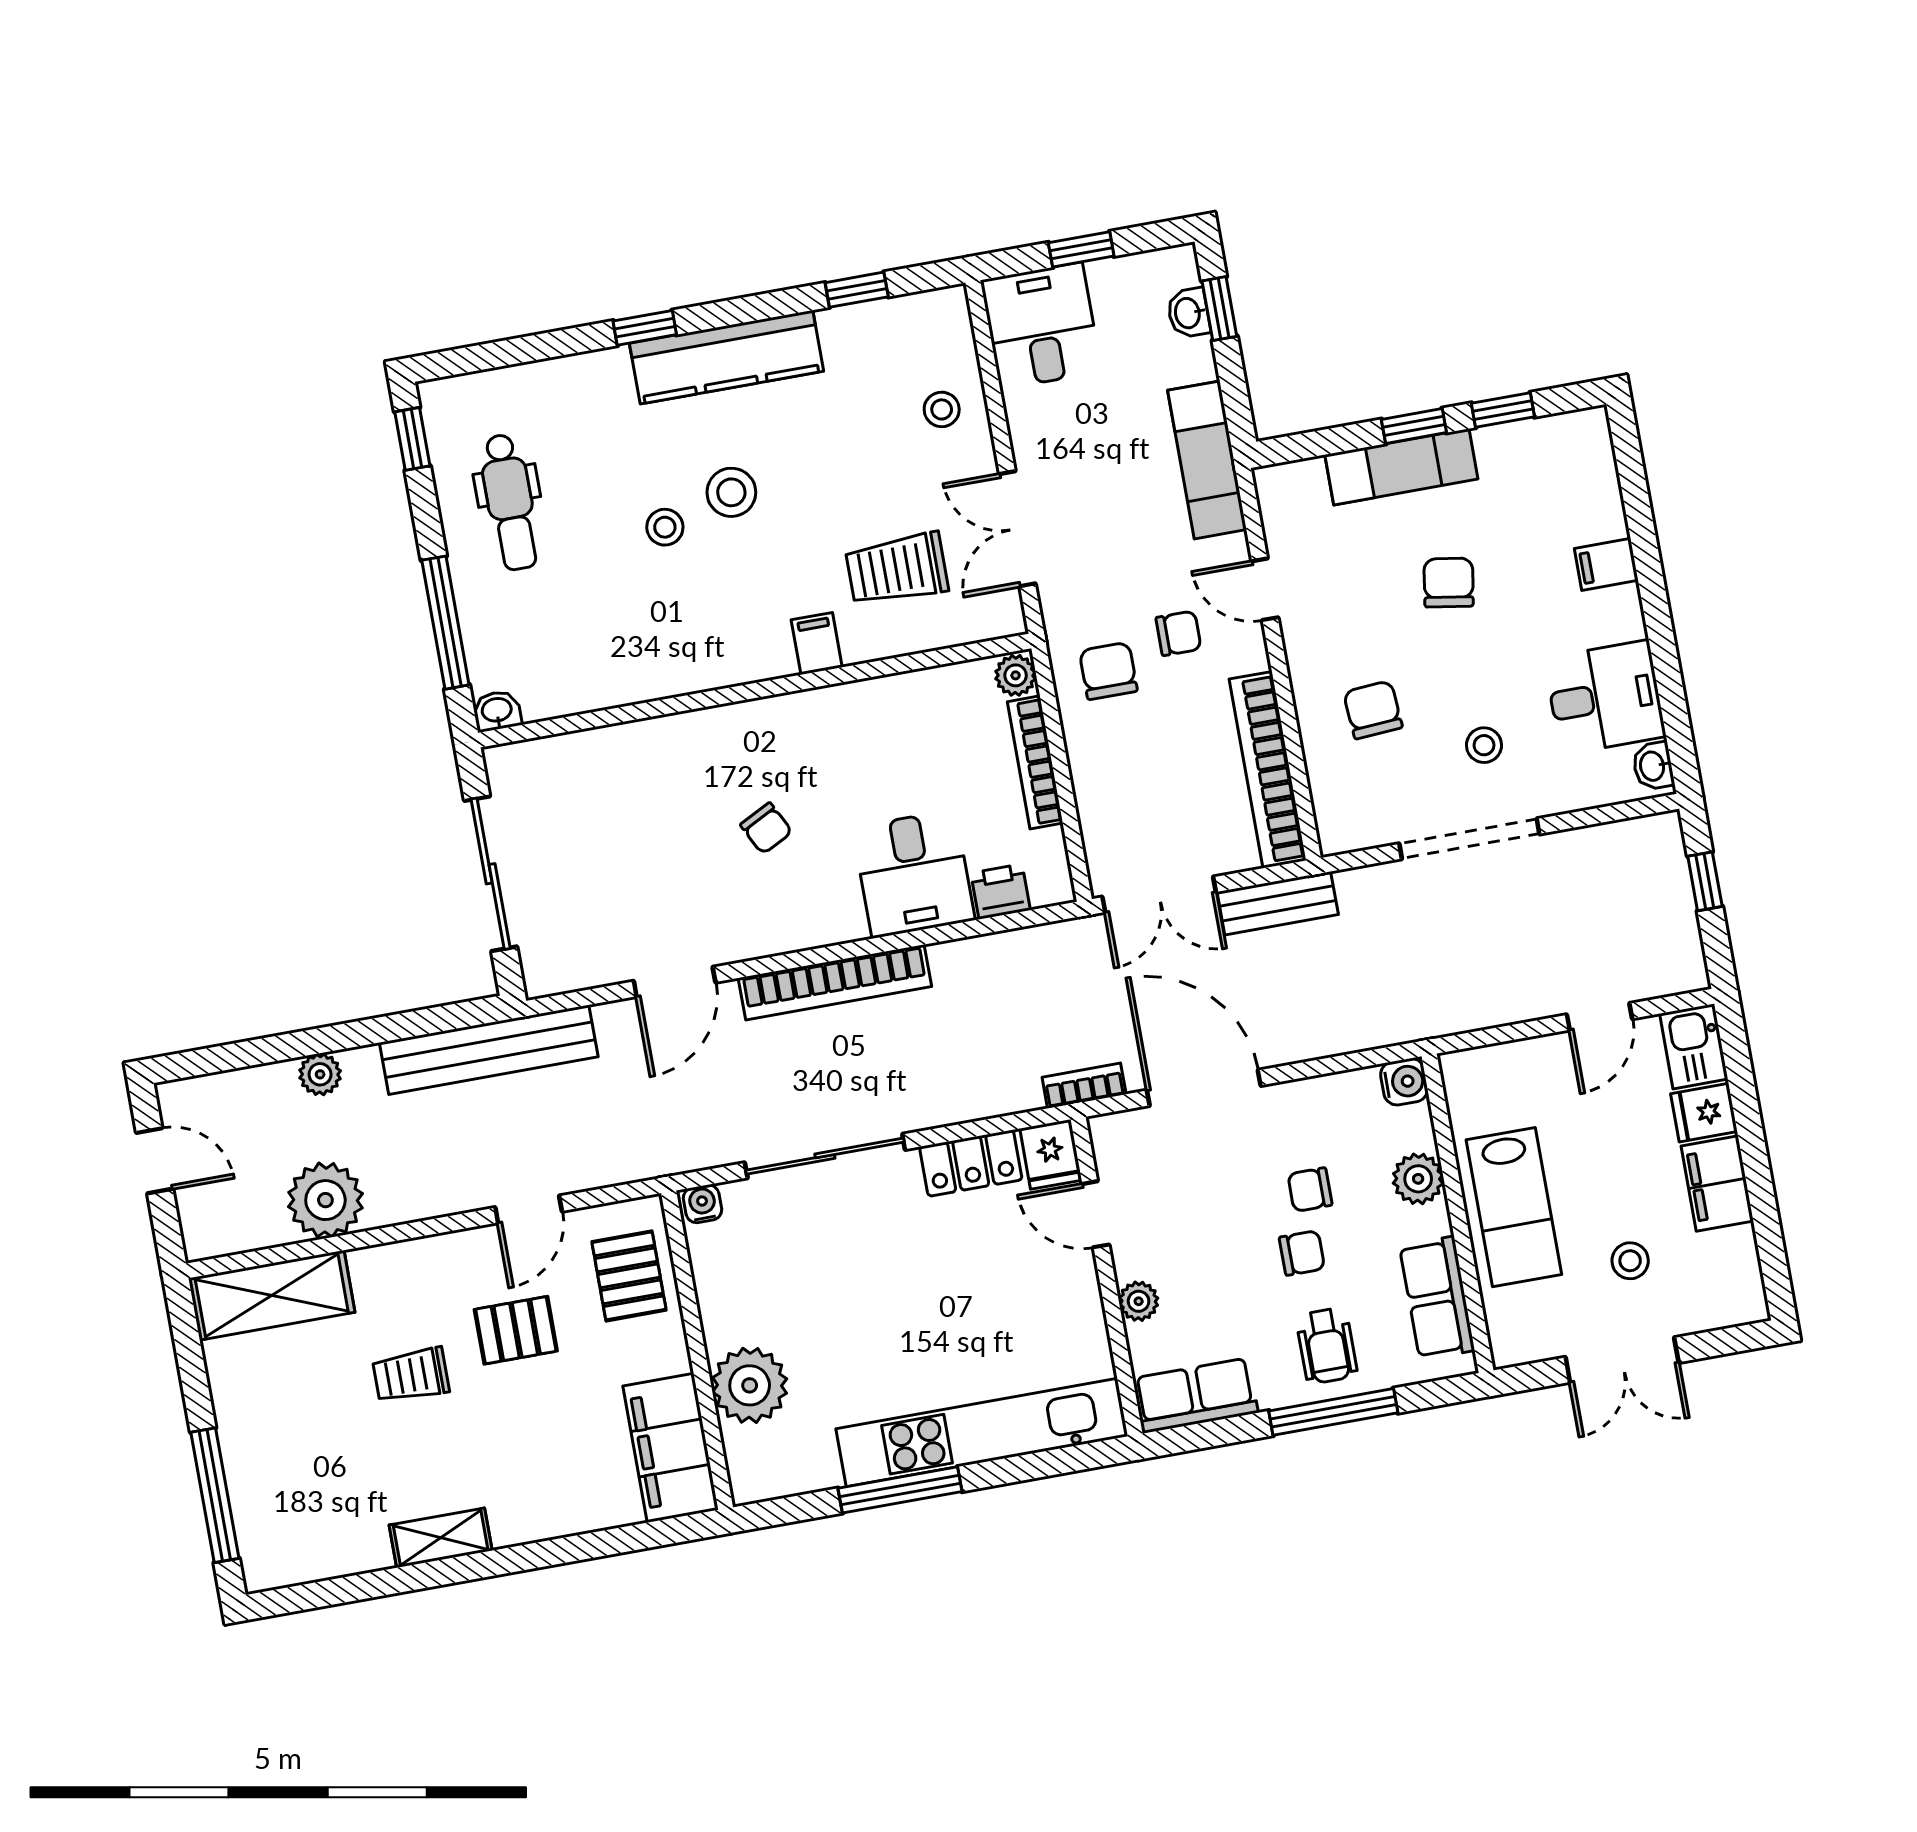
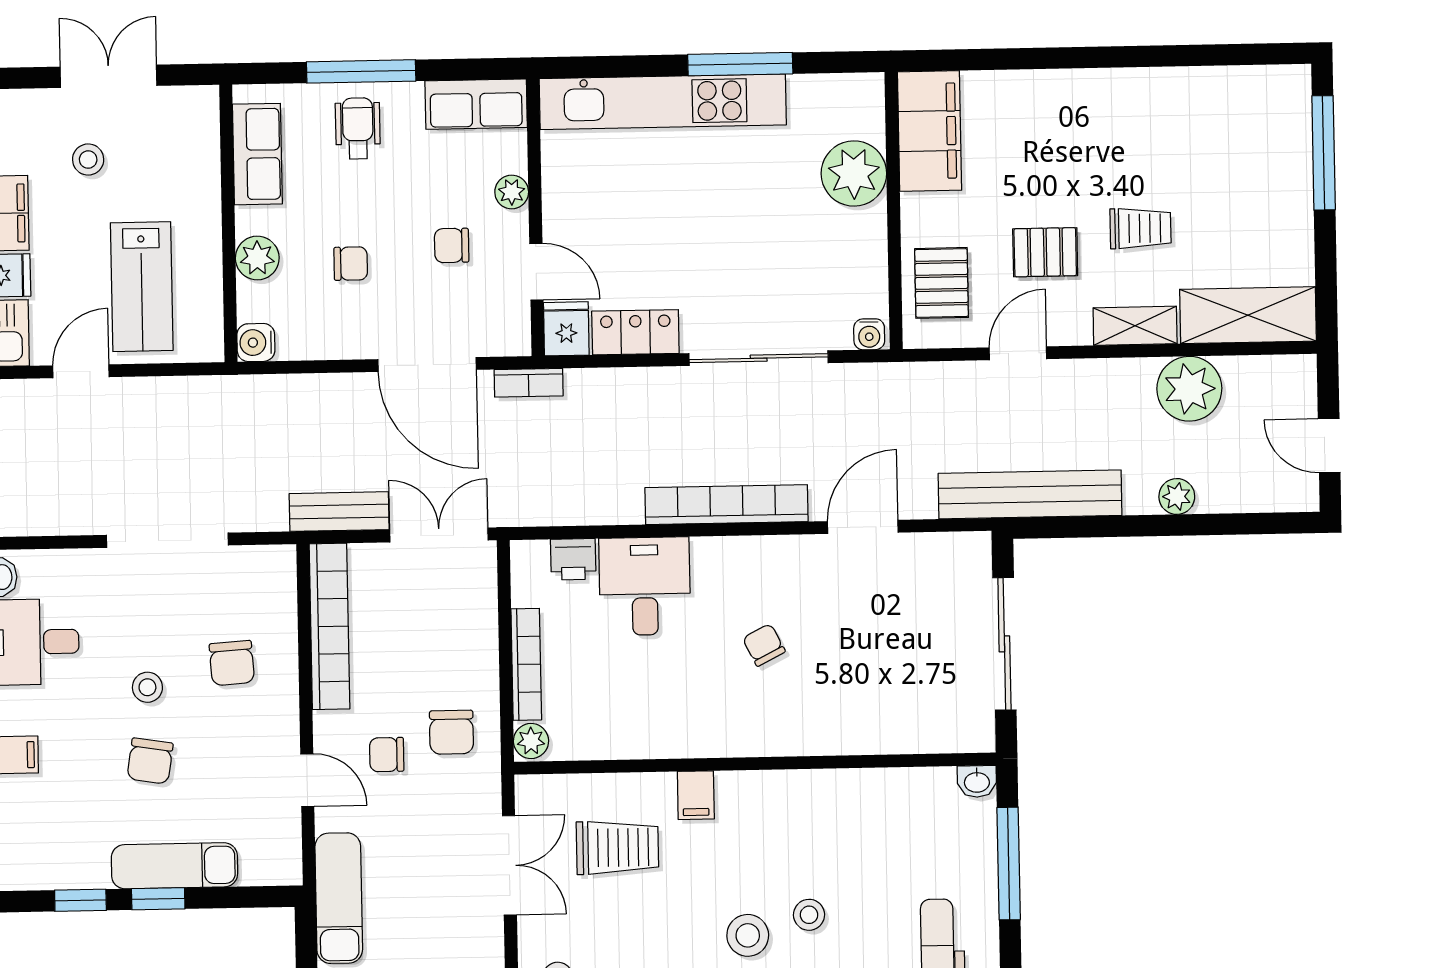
stool: (1484, 745) -> (147, 687), moved
lab bench: (1514, 1207) -> (142, 287), moved, turned 180
chair: (1302, 1253) -> (452, 245), moved
shelving: (441, 1538) -> (1135, 326), moved

